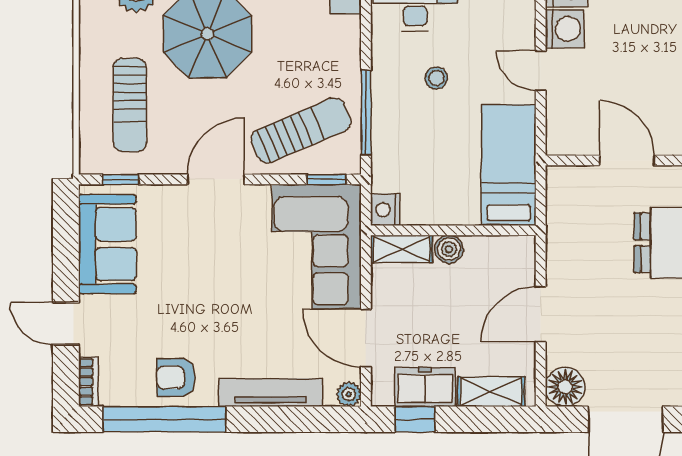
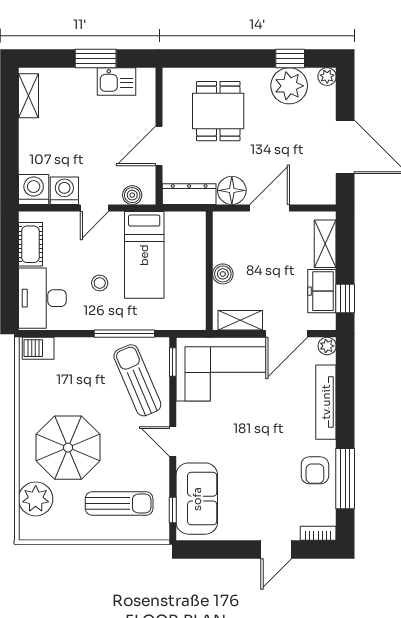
boiler: (559, 123) -> (132, 195), added
bed: (509, 165) -> (144, 255), moved, turned -90
door: (216, 179) -> (173, 441), width x0.73
dresser: (560, 202) -> (189, 194), added
nightstand: (385, 210) -> (194, 320), removed
sofa: (107, 244) -> (197, 499), moved, turned 90
shelving: (402, 249) -> (240, 320), moved, turned 90
door: (541, 314) -> (270, 208), swing flipped
floor lamp: (565, 387) -> (232, 190), moved
window: (164, 419) -> (345, 479), width x0.68

